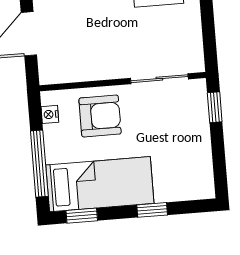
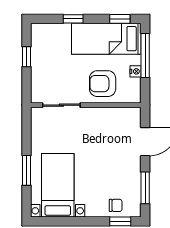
window: (215, 107) -> (27, 57), moved
nightstand: (50, 114) -> (135, 71), moved

